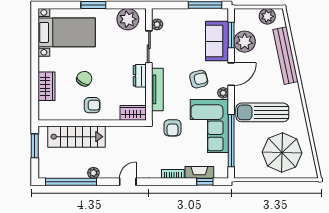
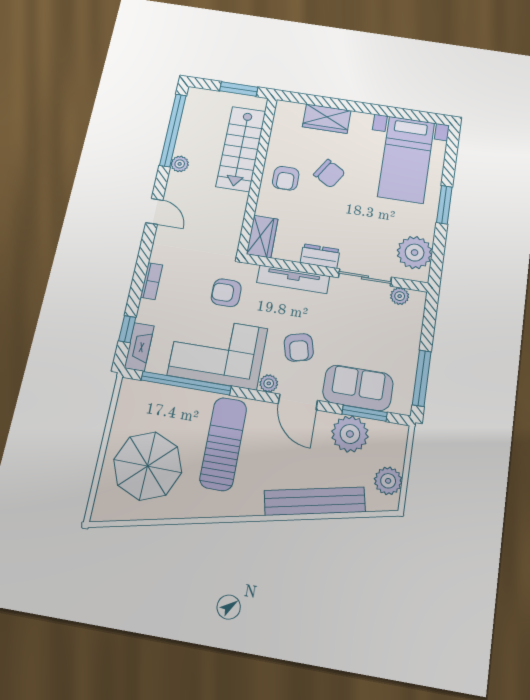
fireplace: (199, 172) -> (139, 347), moved

